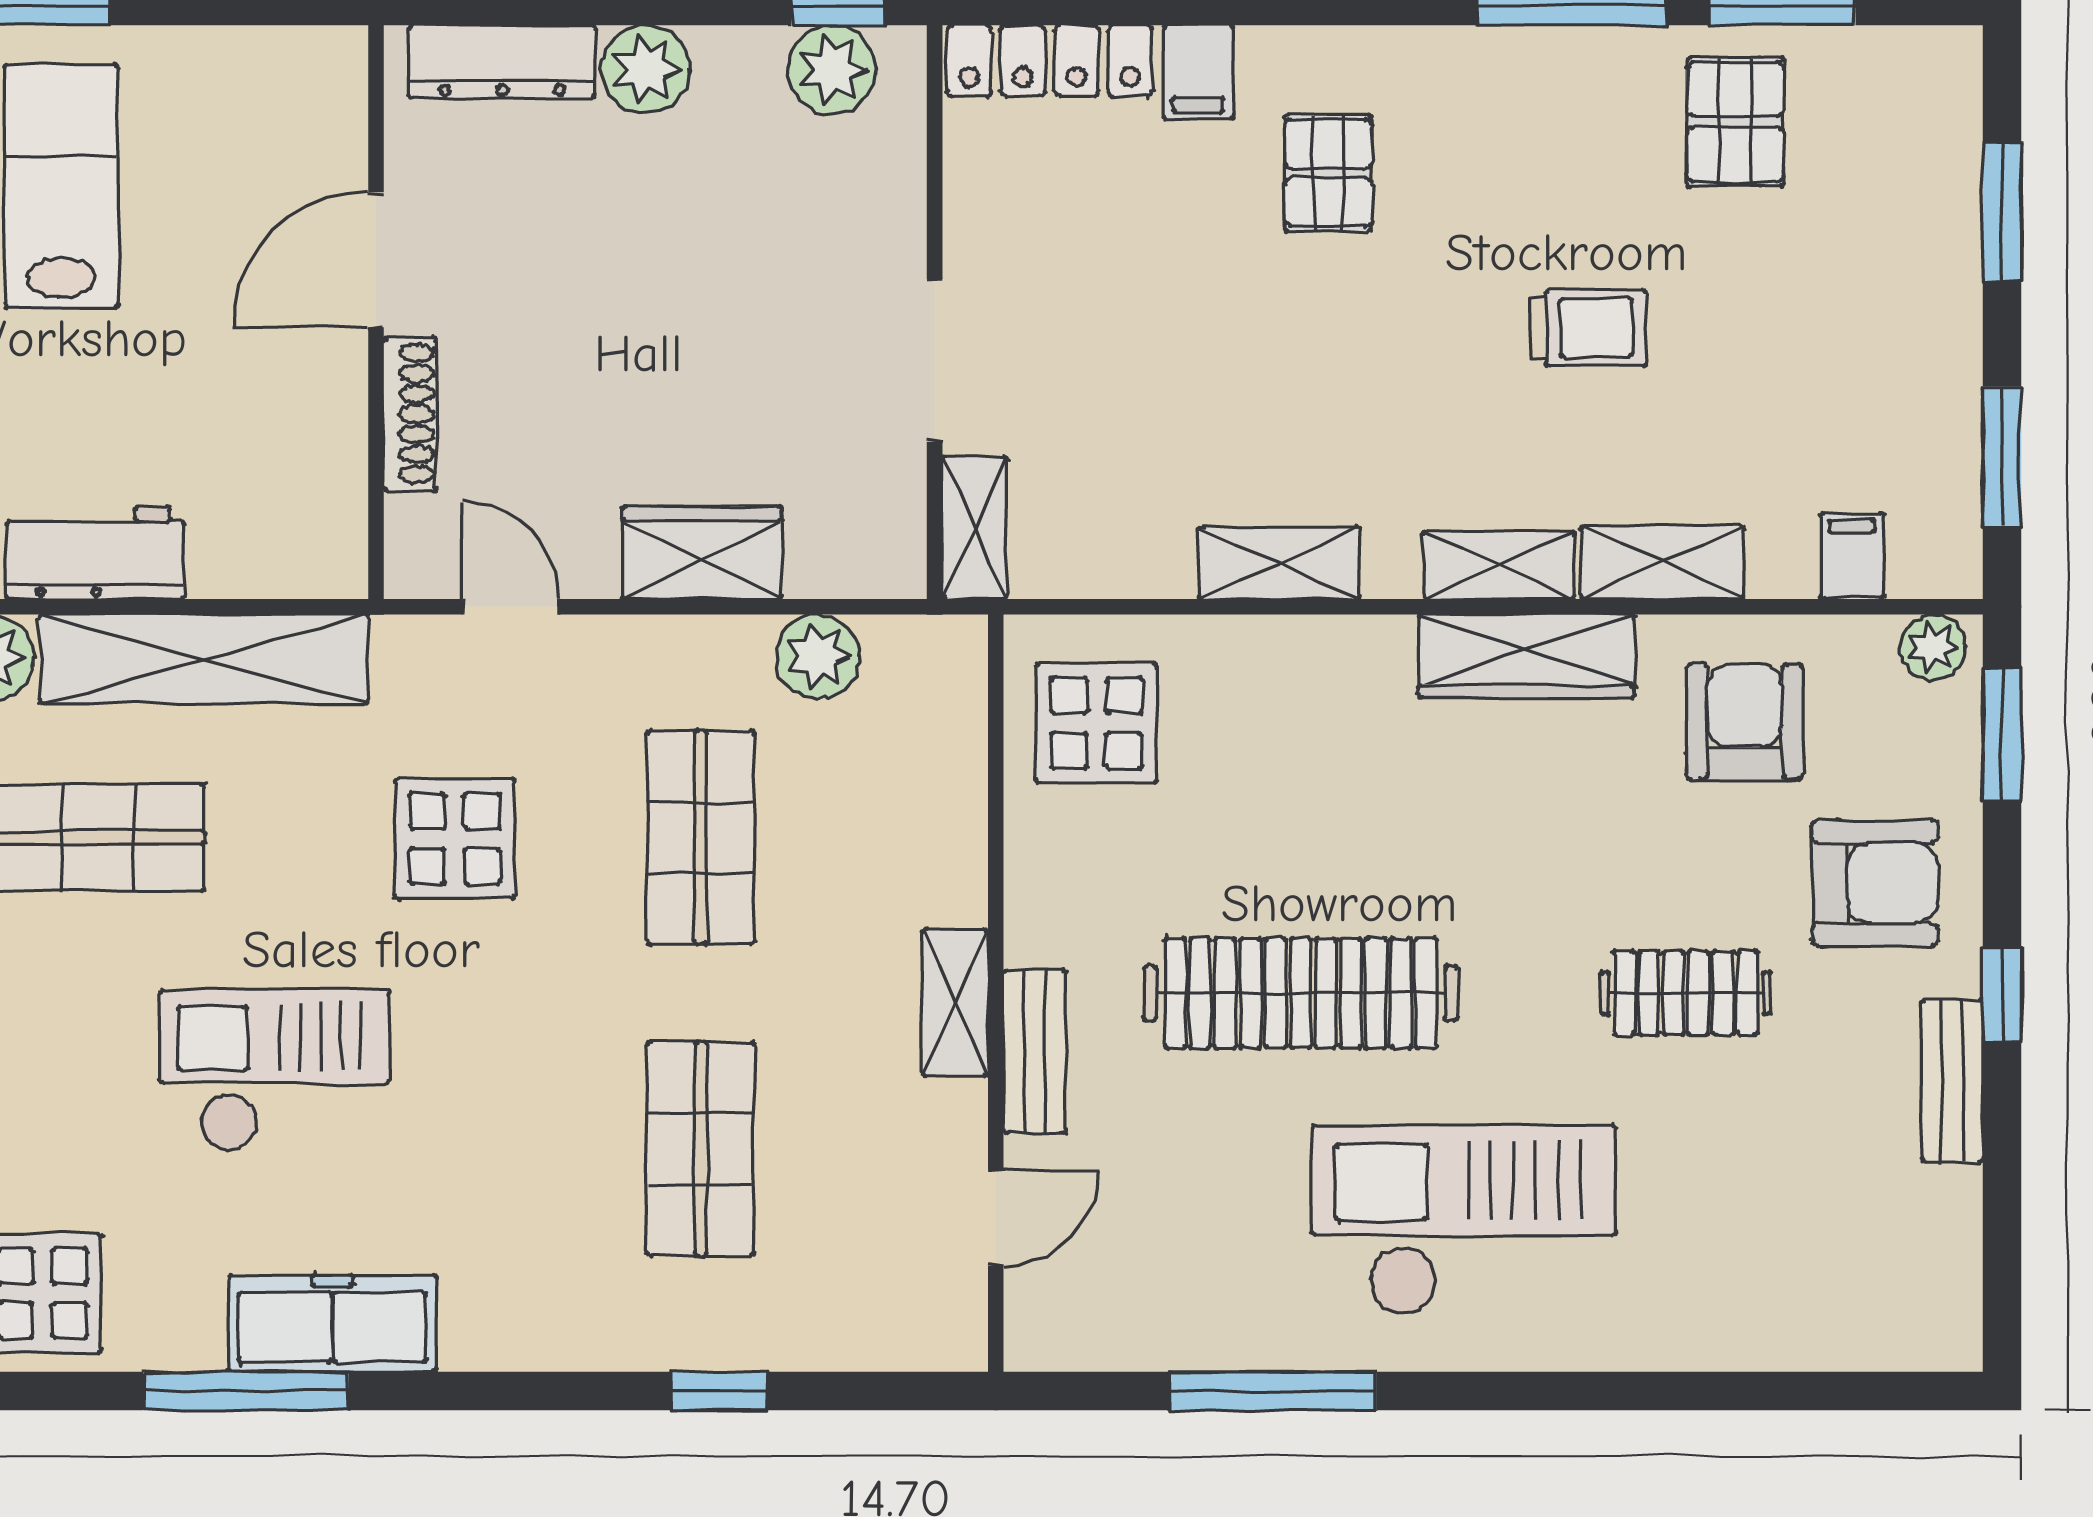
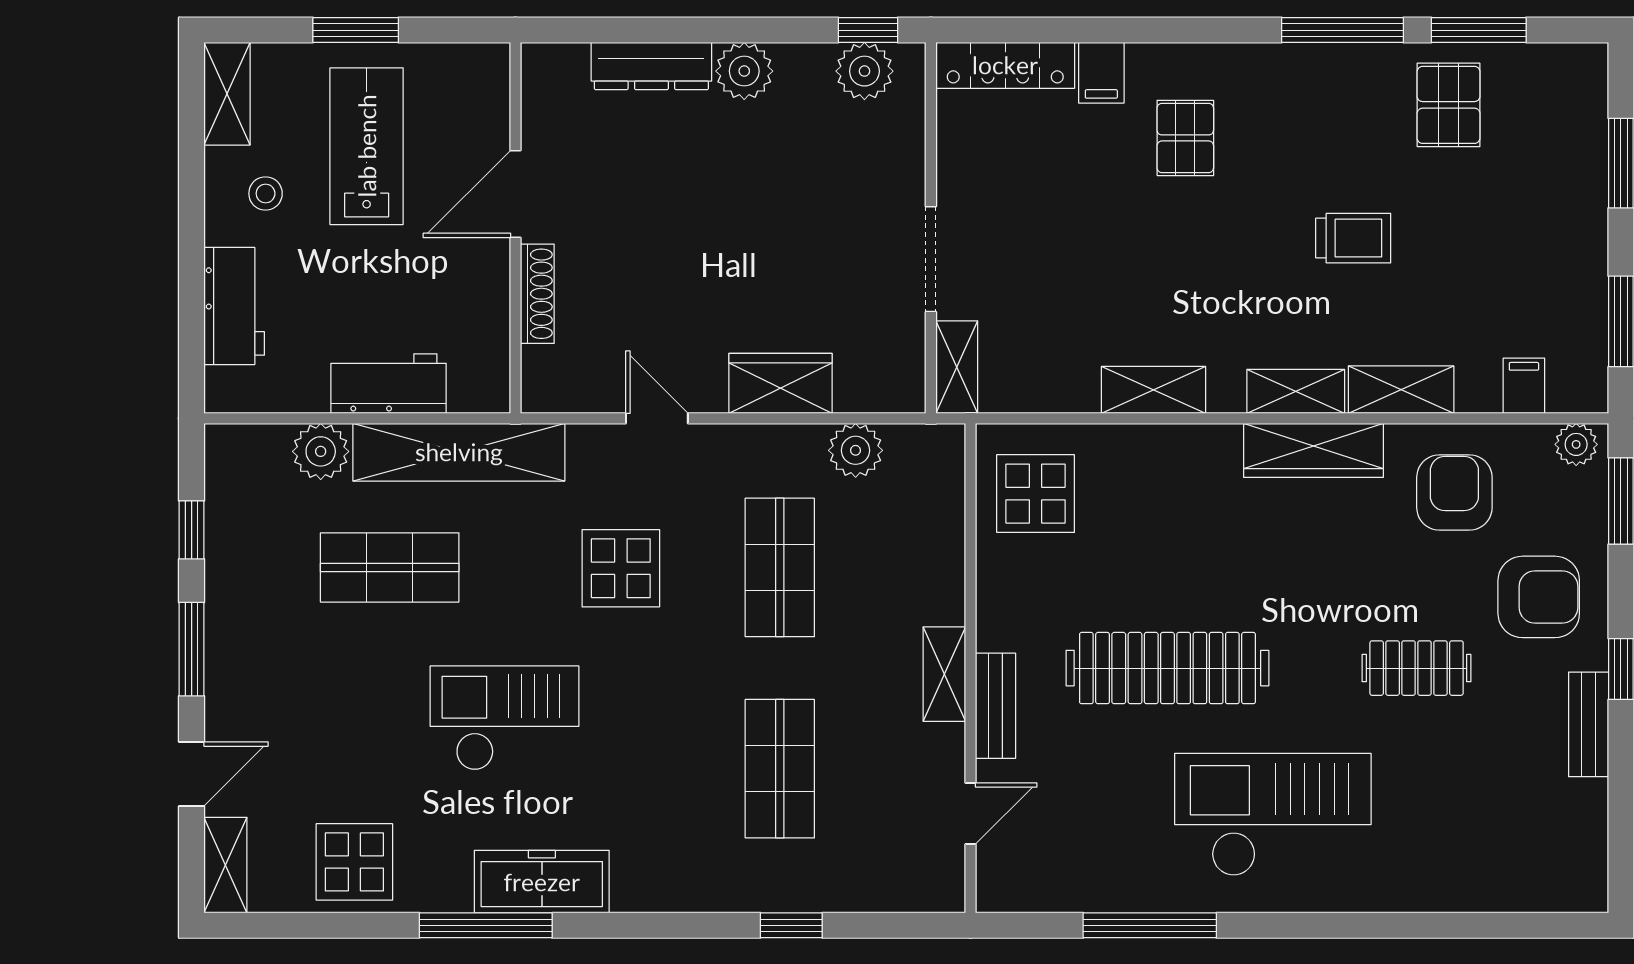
door: (376, 260) -> (516, 194), moved
wall: (376, 312) -> (516, 228), moved
shoe rack: (410, 414) -> (537, 294), moved

